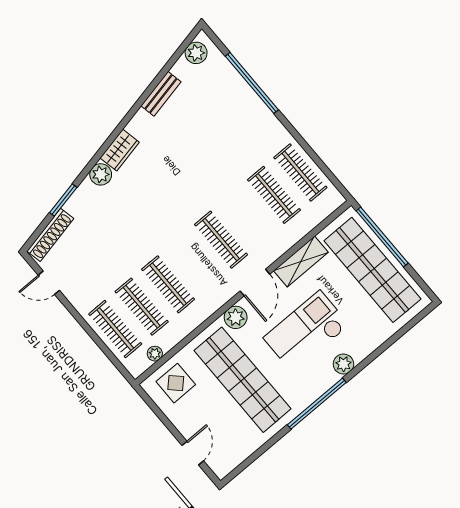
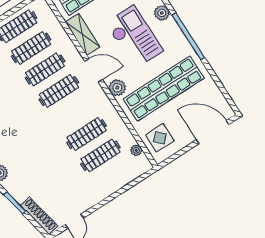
clothes rail: (115, 329) -> (45, 69), moved
checkout: (306, 331) -> (134, 37), turned 180
door: (193, 453) -> (213, 132), width x1.88

